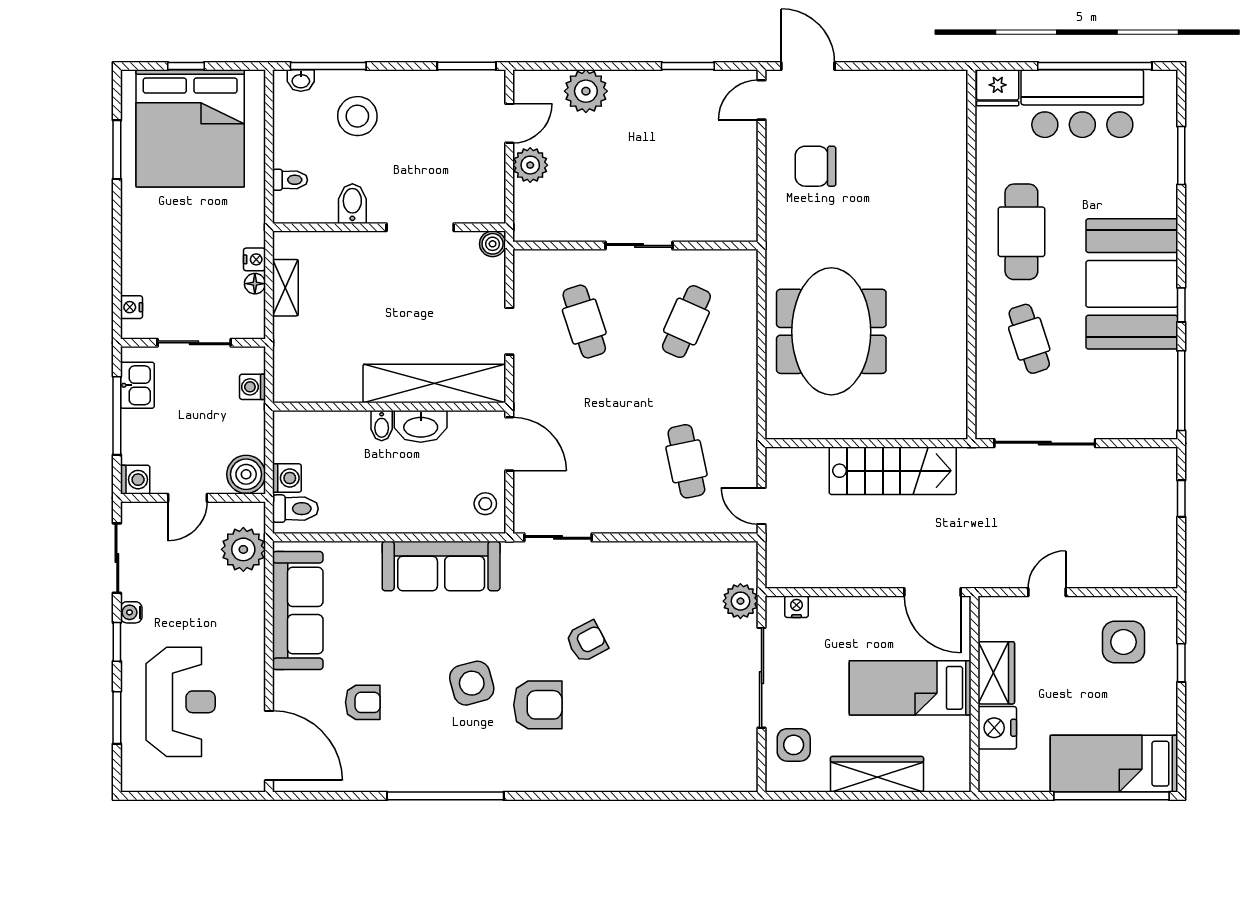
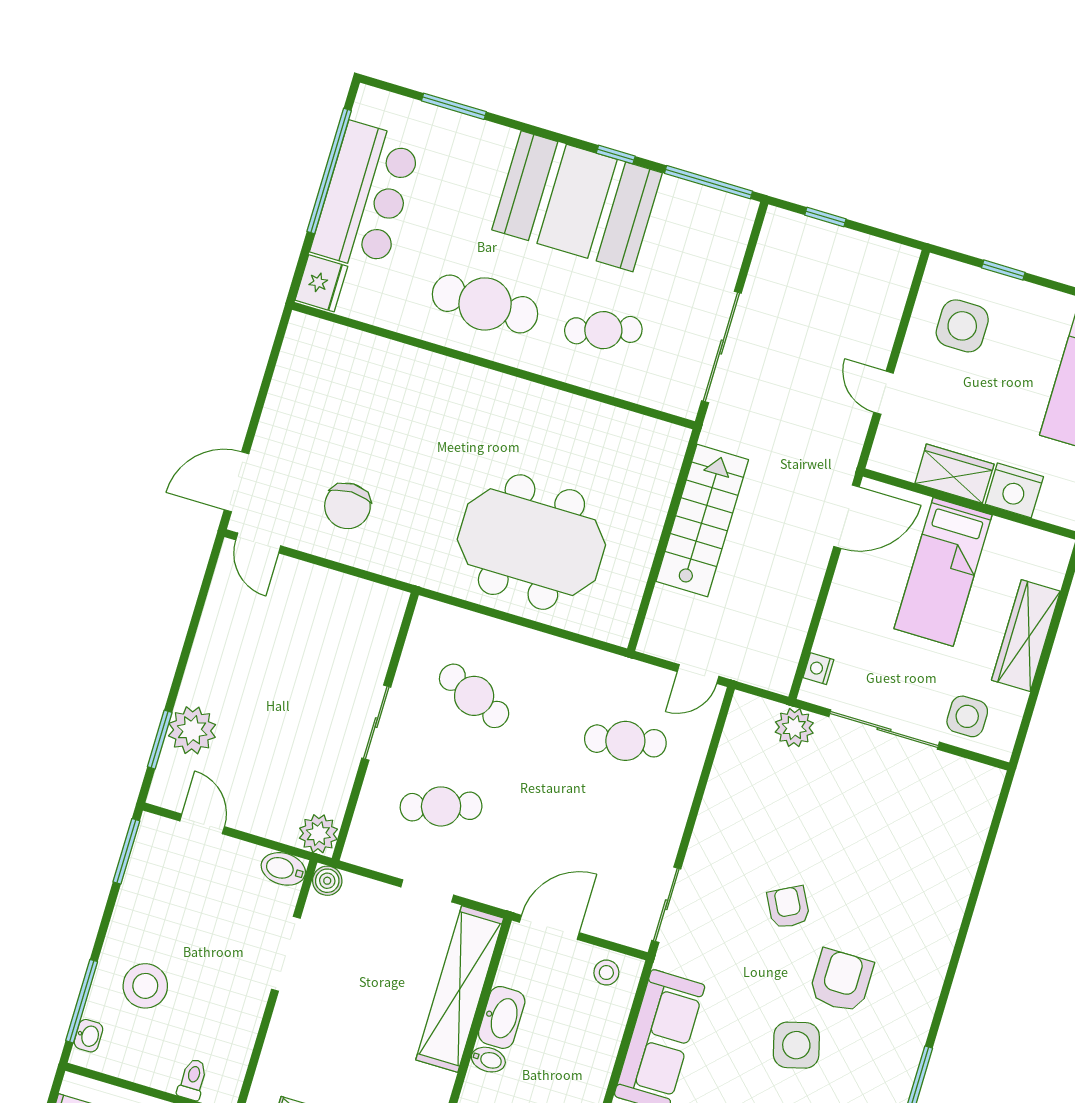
window: (688, 66) -> (160, 740), moved
plant: (530, 165) -> (318, 834), moved
bidet: (352, 204) -> (283, 869), moved

